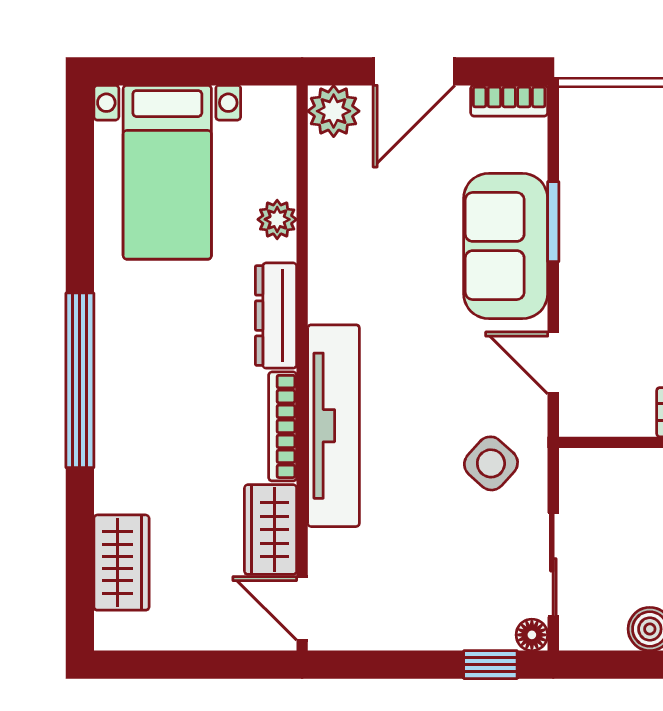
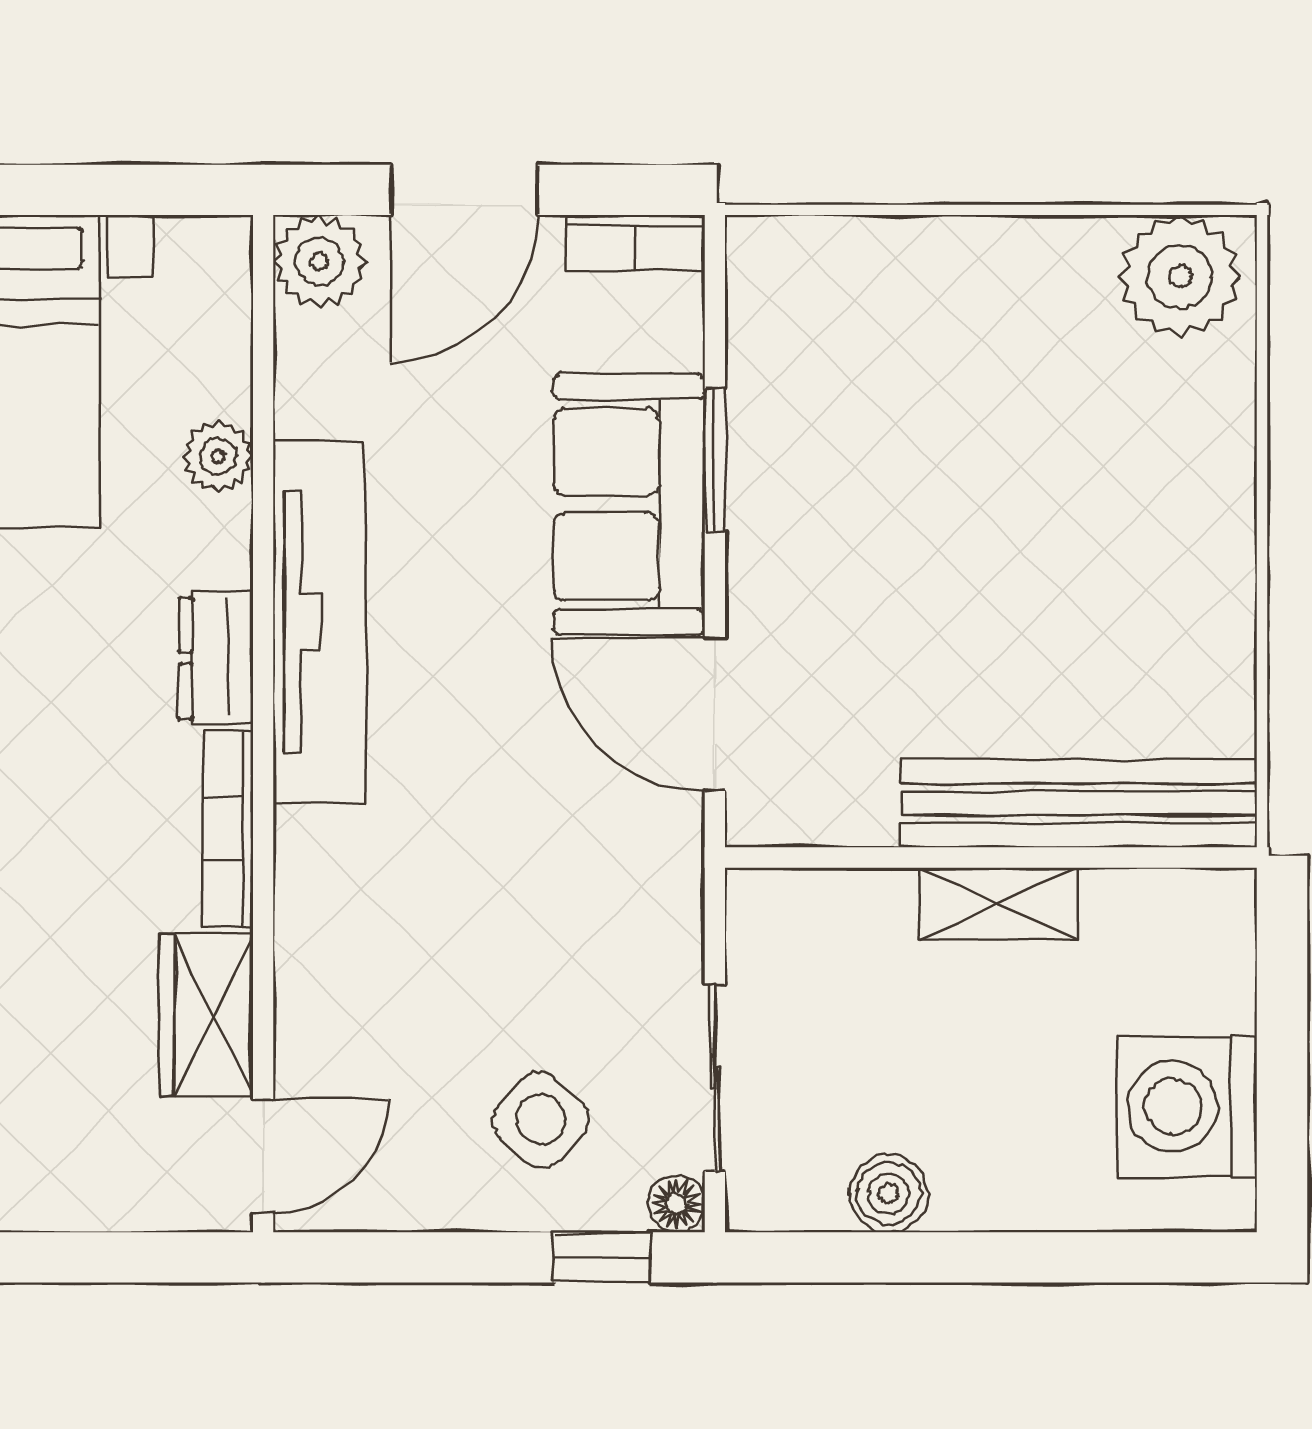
dresser: (276, 316) -> (216, 658), width x0.70
door: (553, 363) -> (715, 715), width x1.38
tv unit: (334, 426) -> (320, 622), moved
side table: (491, 463) -> (541, 1120), moved
door: (302, 608) -> (263, 1156), swing flipped

